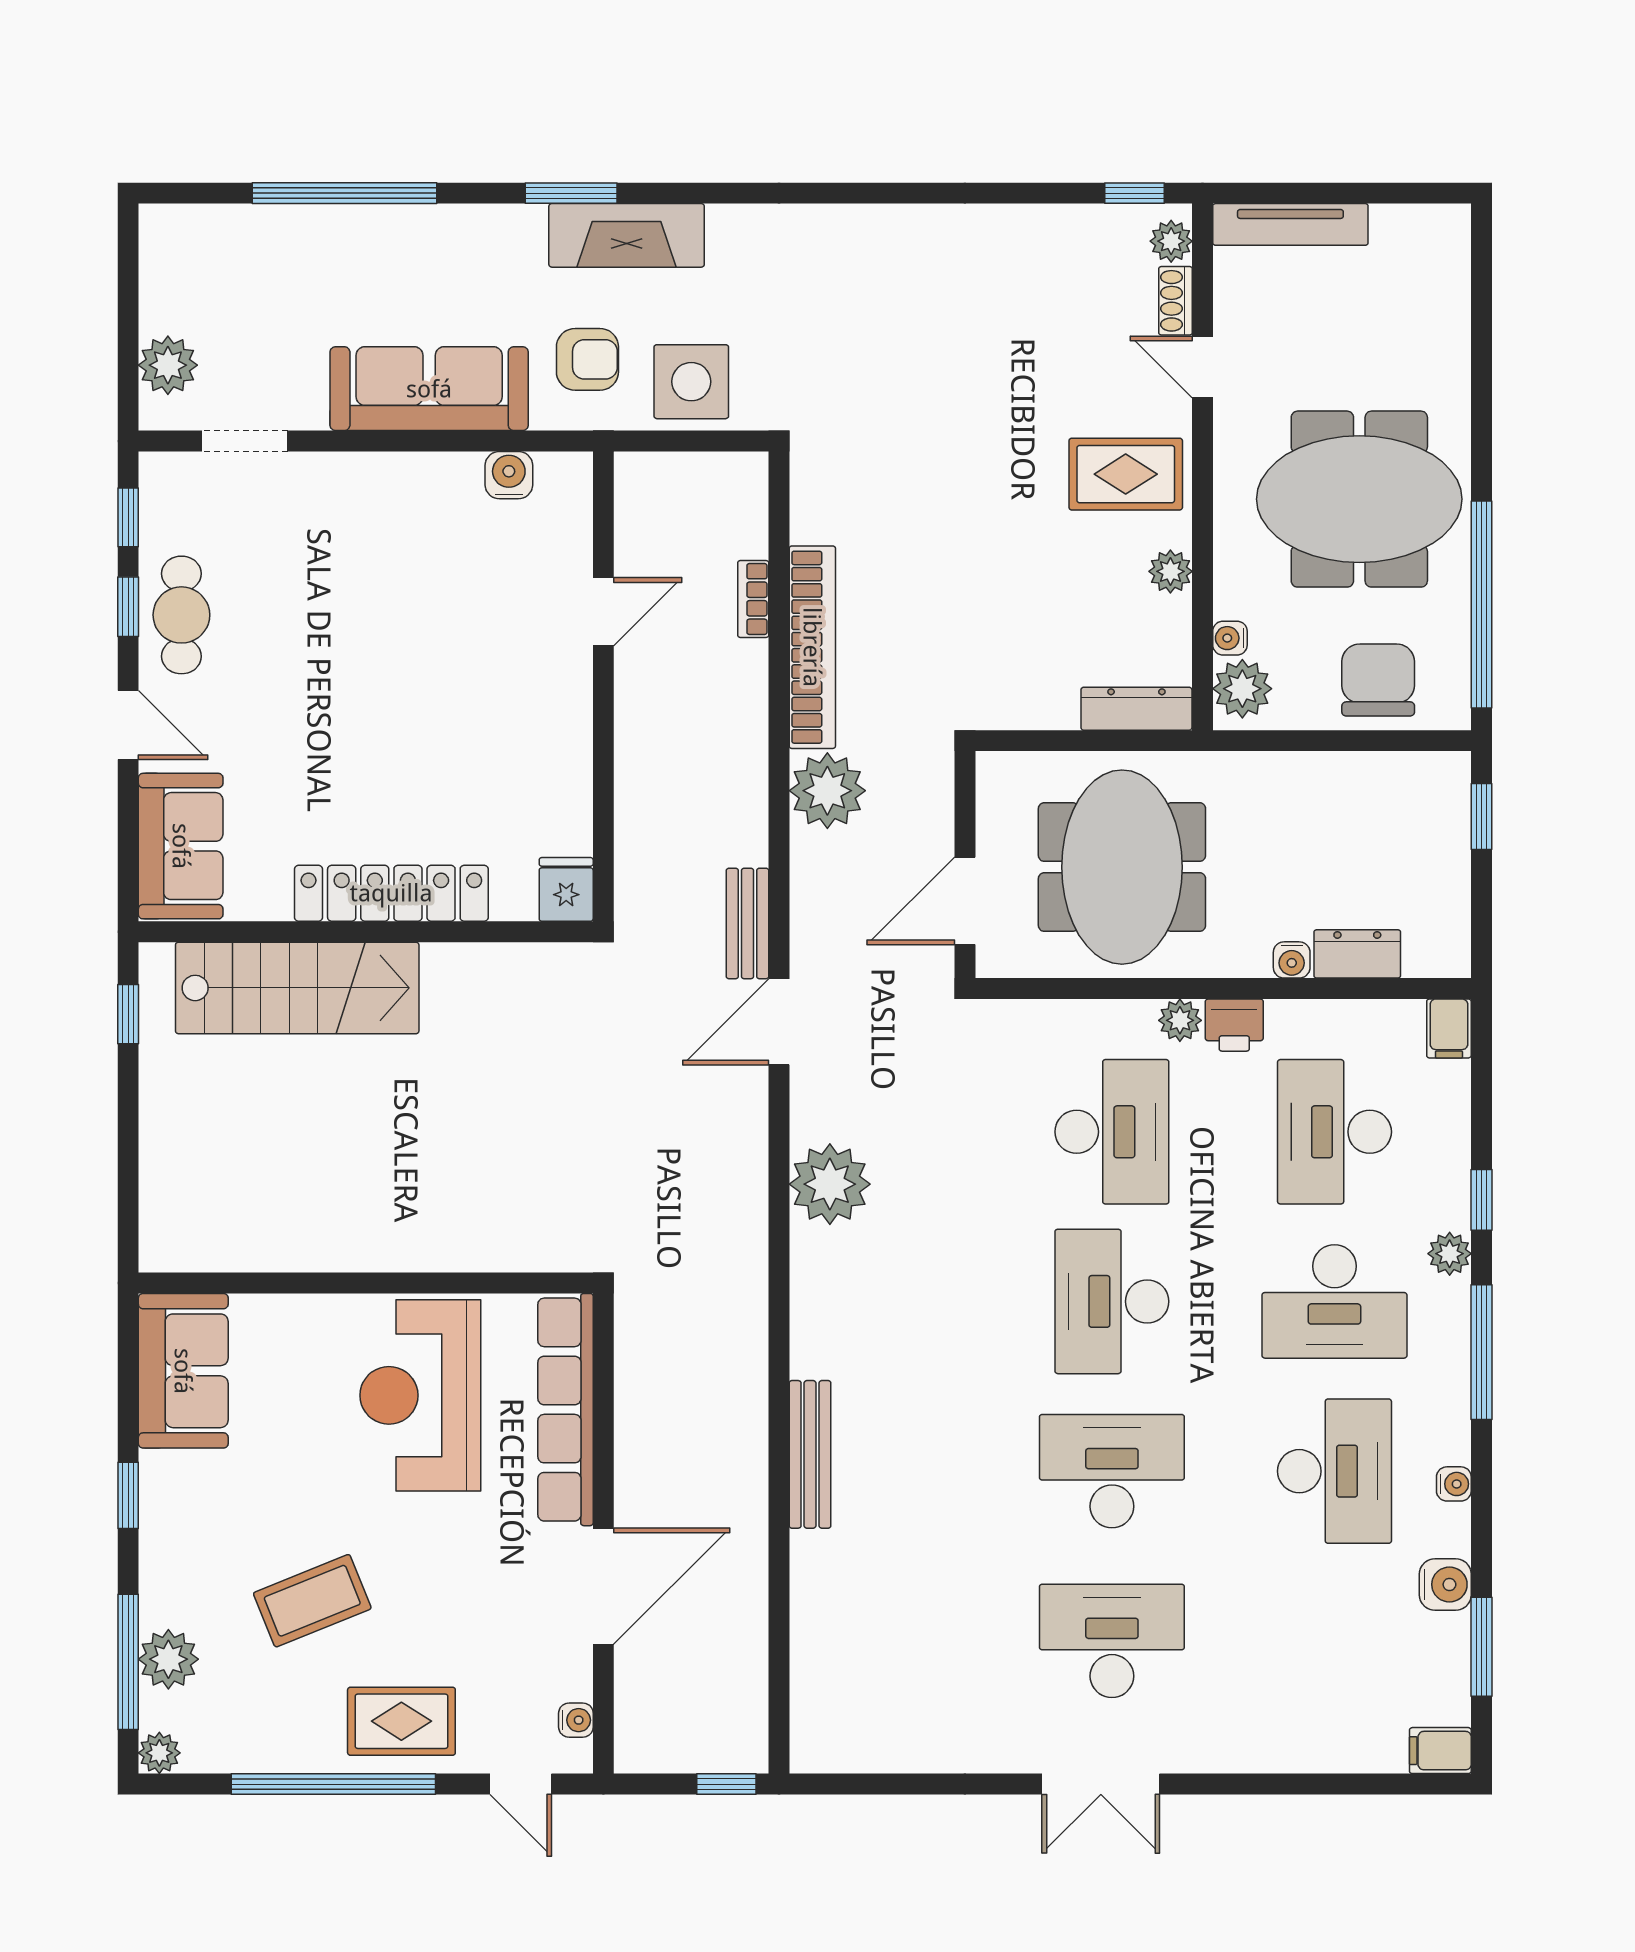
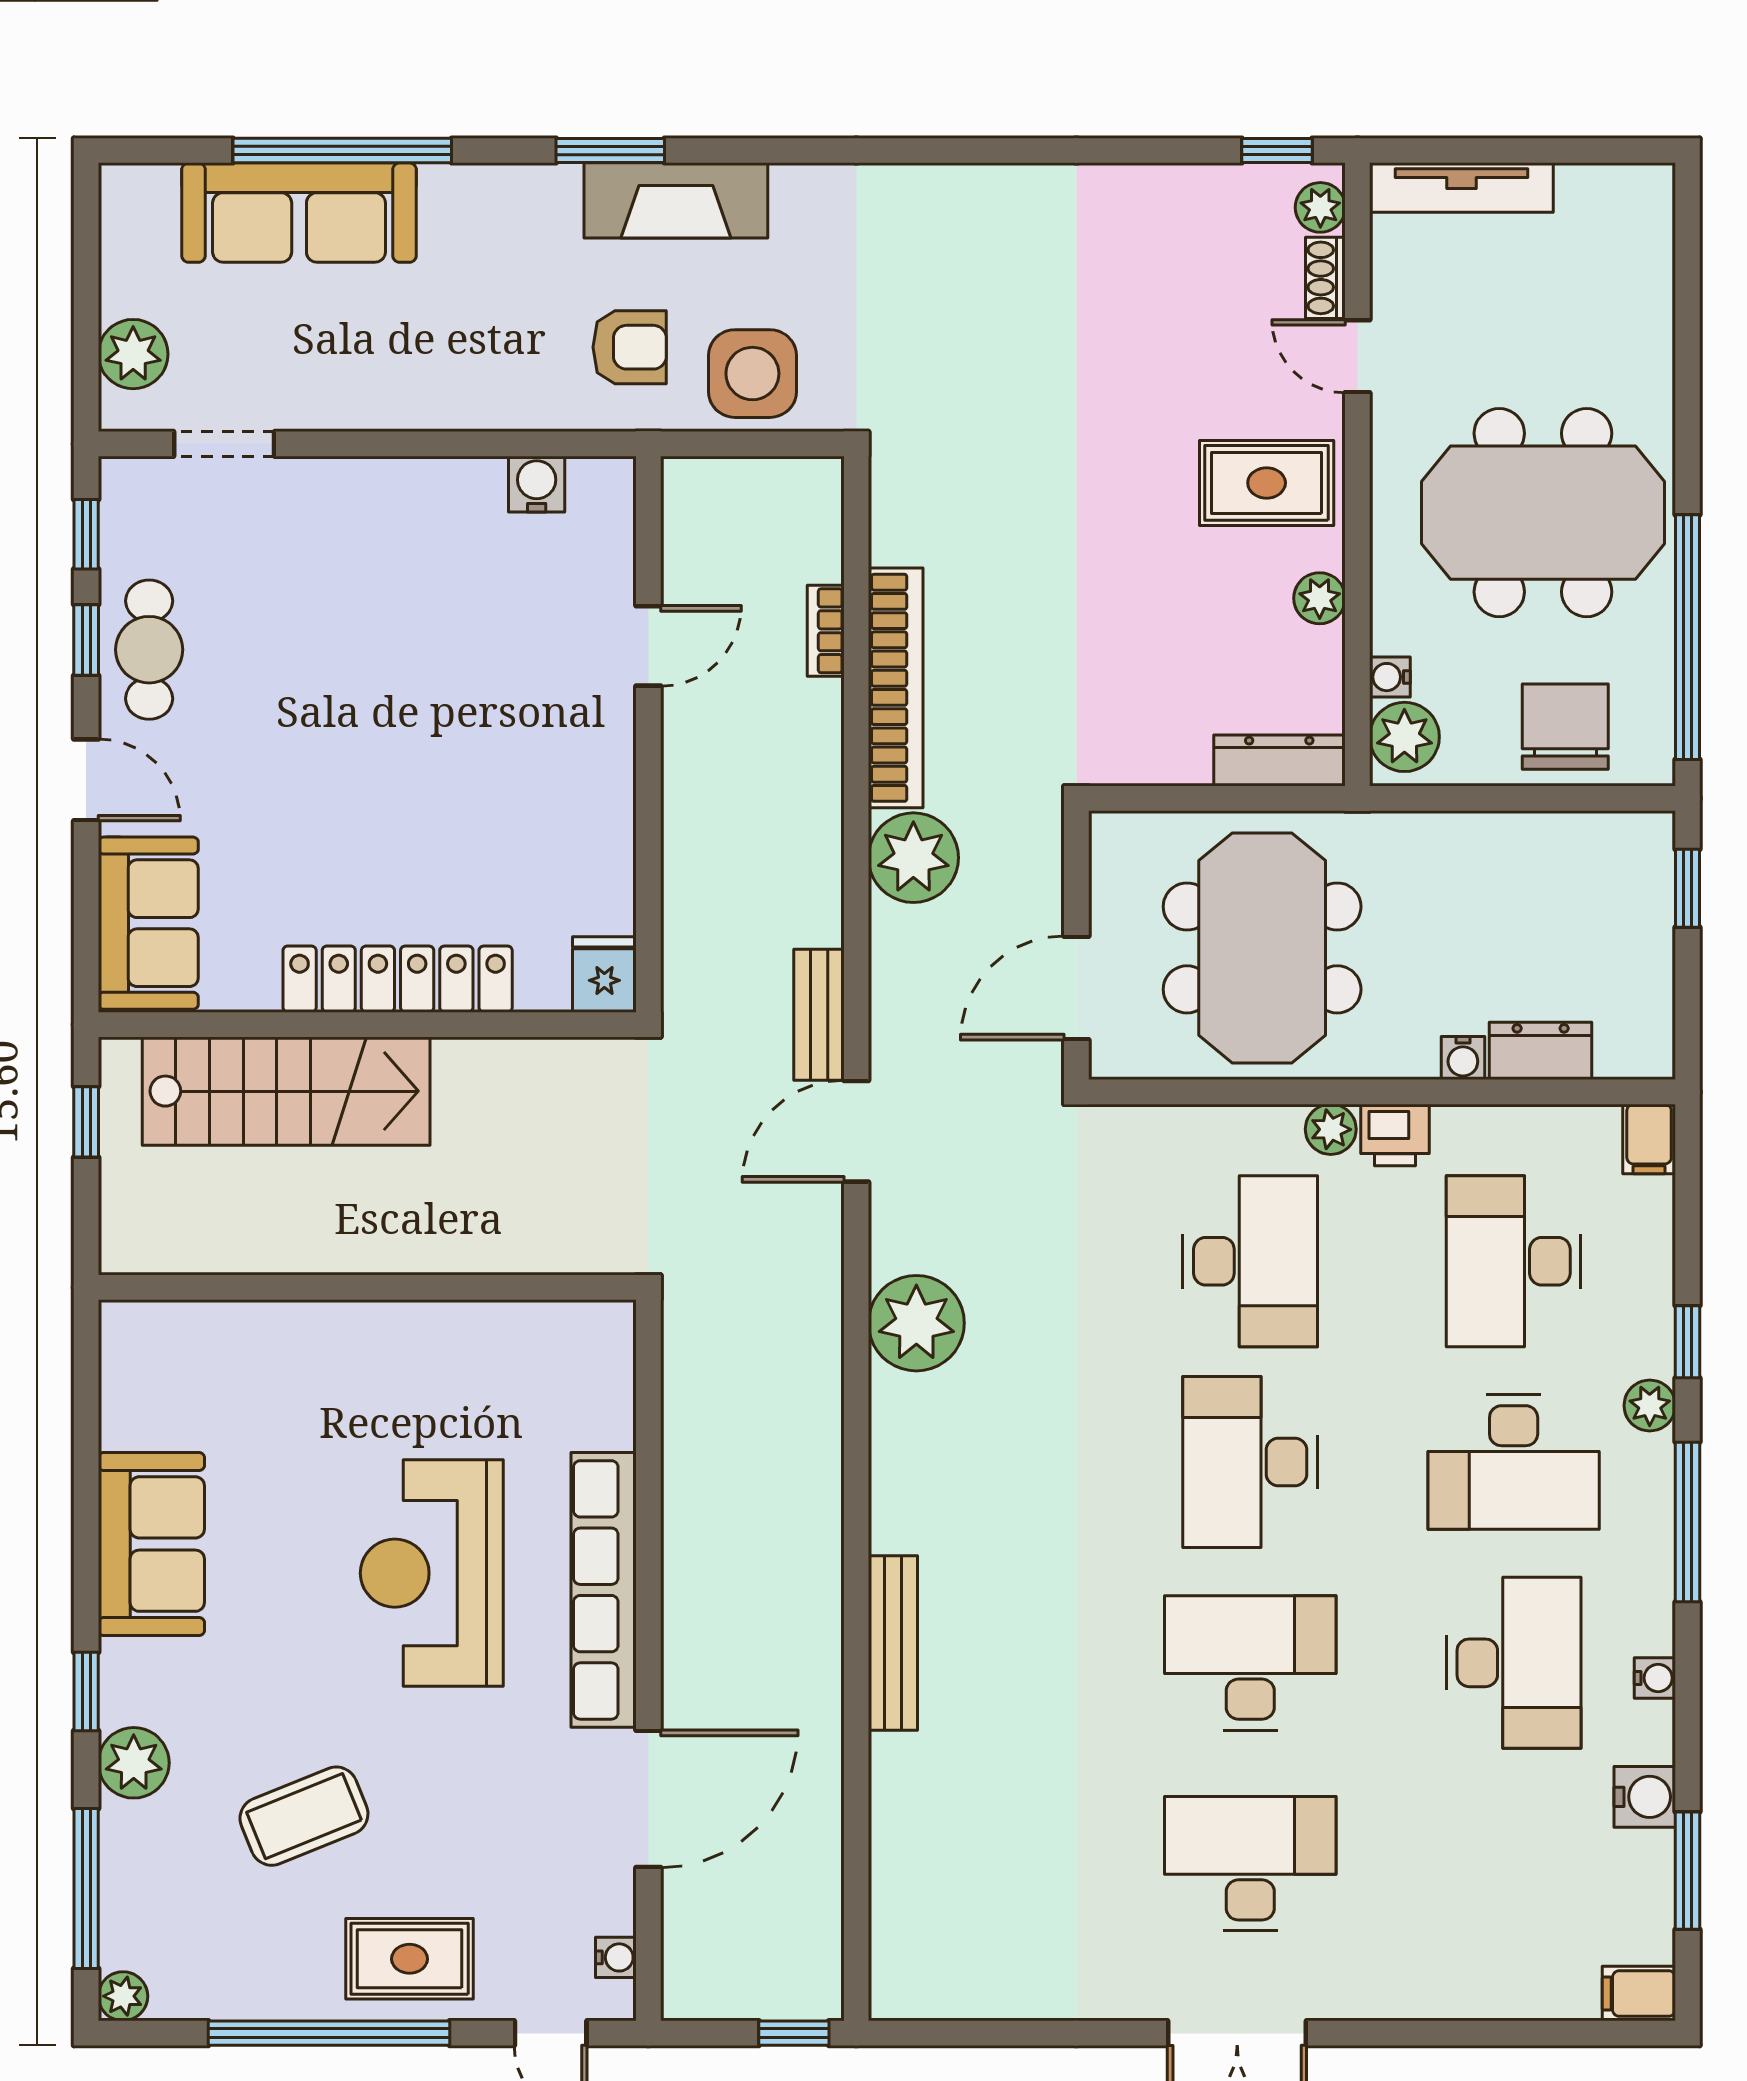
sofa: (429, 389) -> (299, 213), moved, turned 180
wall: (366, 1283) -> (367, 1287), moved
plant: (168, 1659) -> (134, 1763), moved

